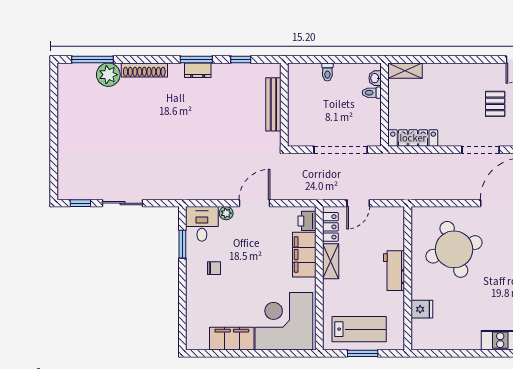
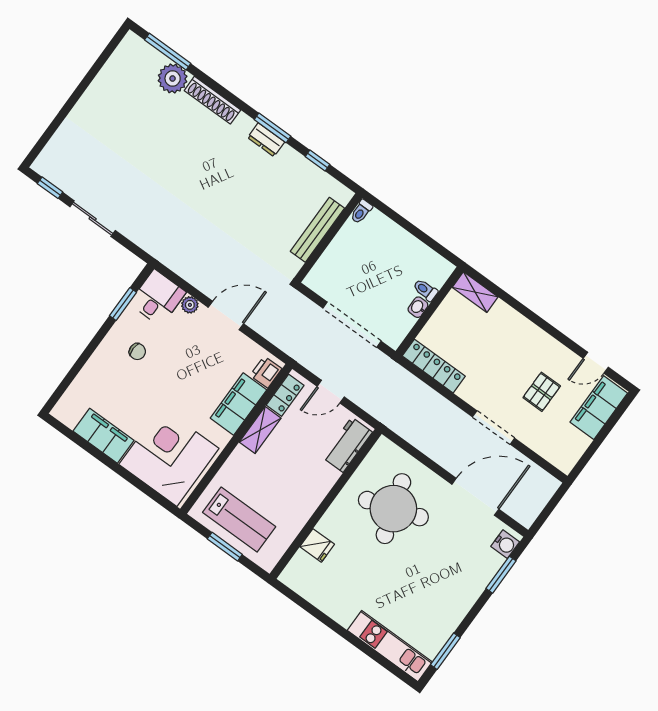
toilet: (327, 72) -> (361, 212), moved
washbasin: (375, 78) -> (418, 307), moved
workbench: (394, 271) -> (347, 445), moved

